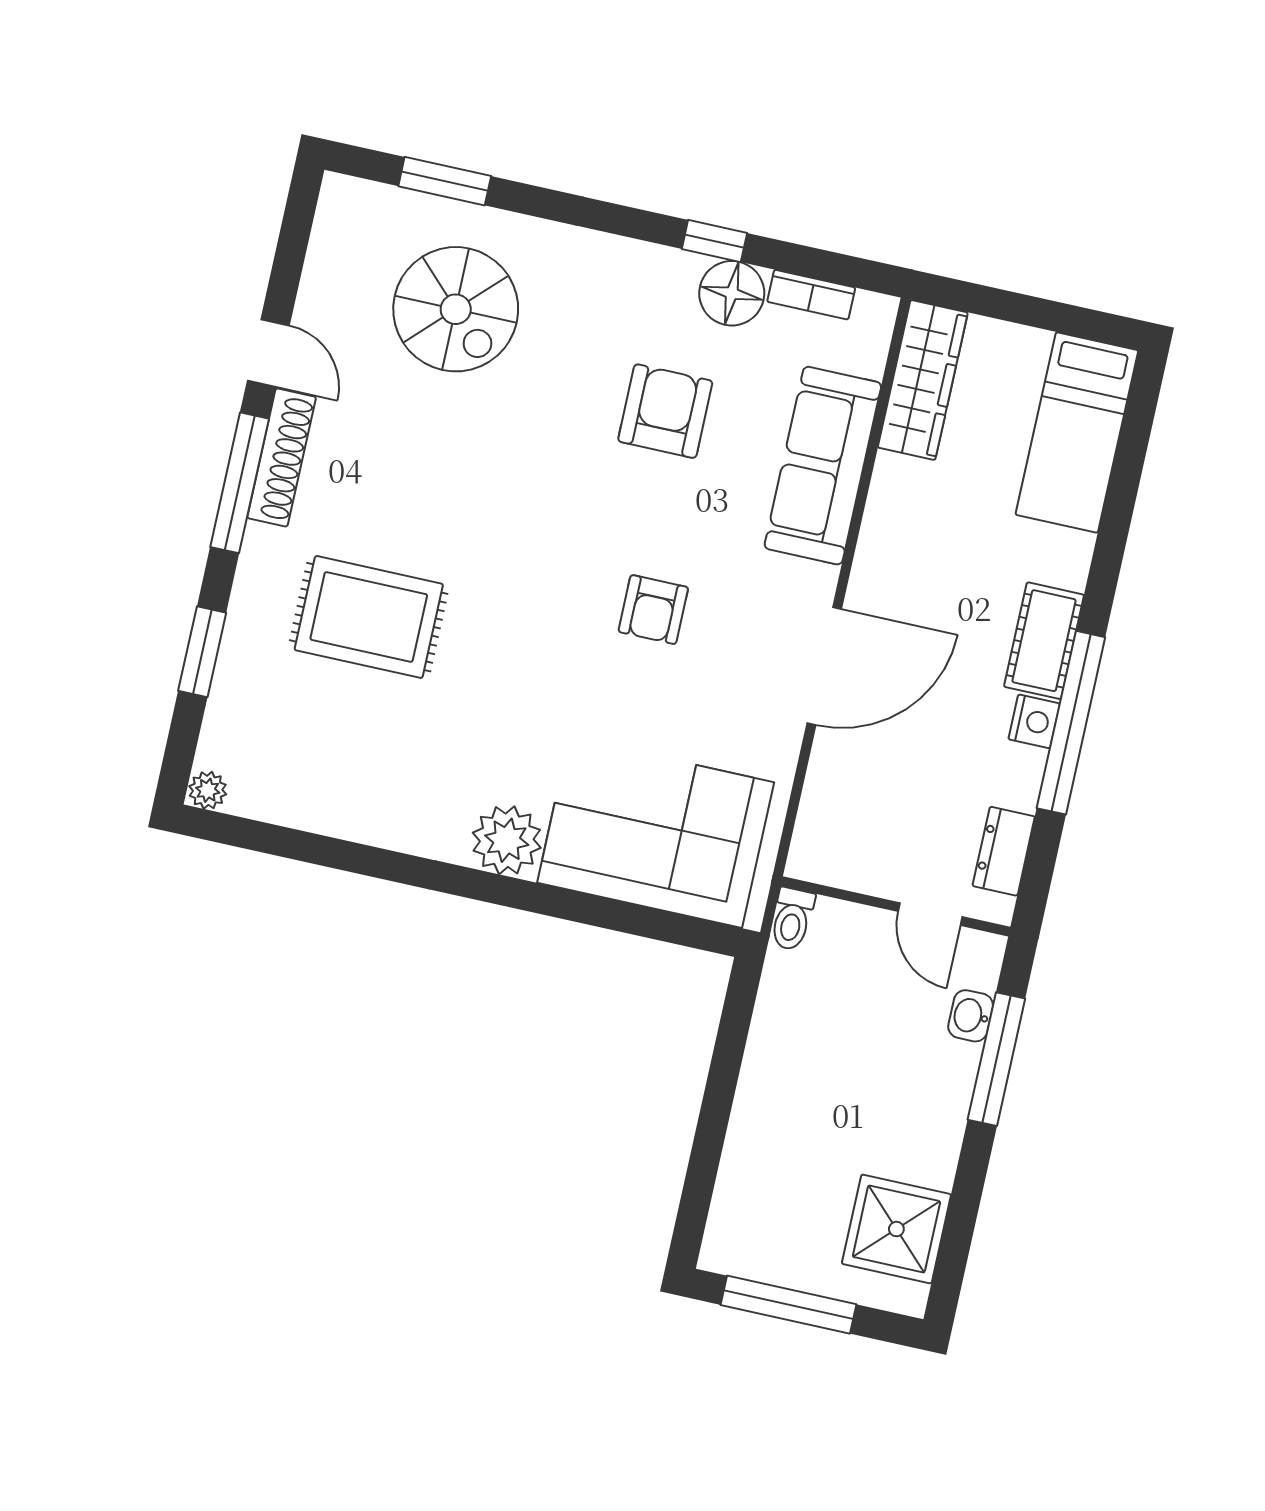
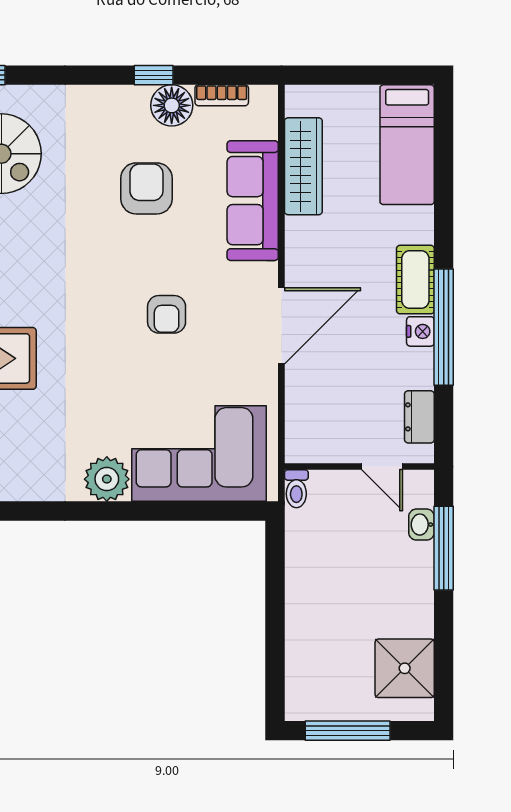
wardrobe: (923, 380) -> (303, 166), moved

